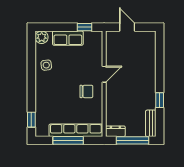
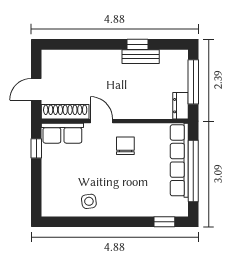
plant: (42, 37) -> (50, 208), removed
row of seats: (68, 38) -> (62, 133), moved, turned 90
shoe rack: (111, 48) -> (65, 112), added
bench: (151, 123) -> (141, 57), moved
window: (68, 140) -> (193, 171), width x1.46

